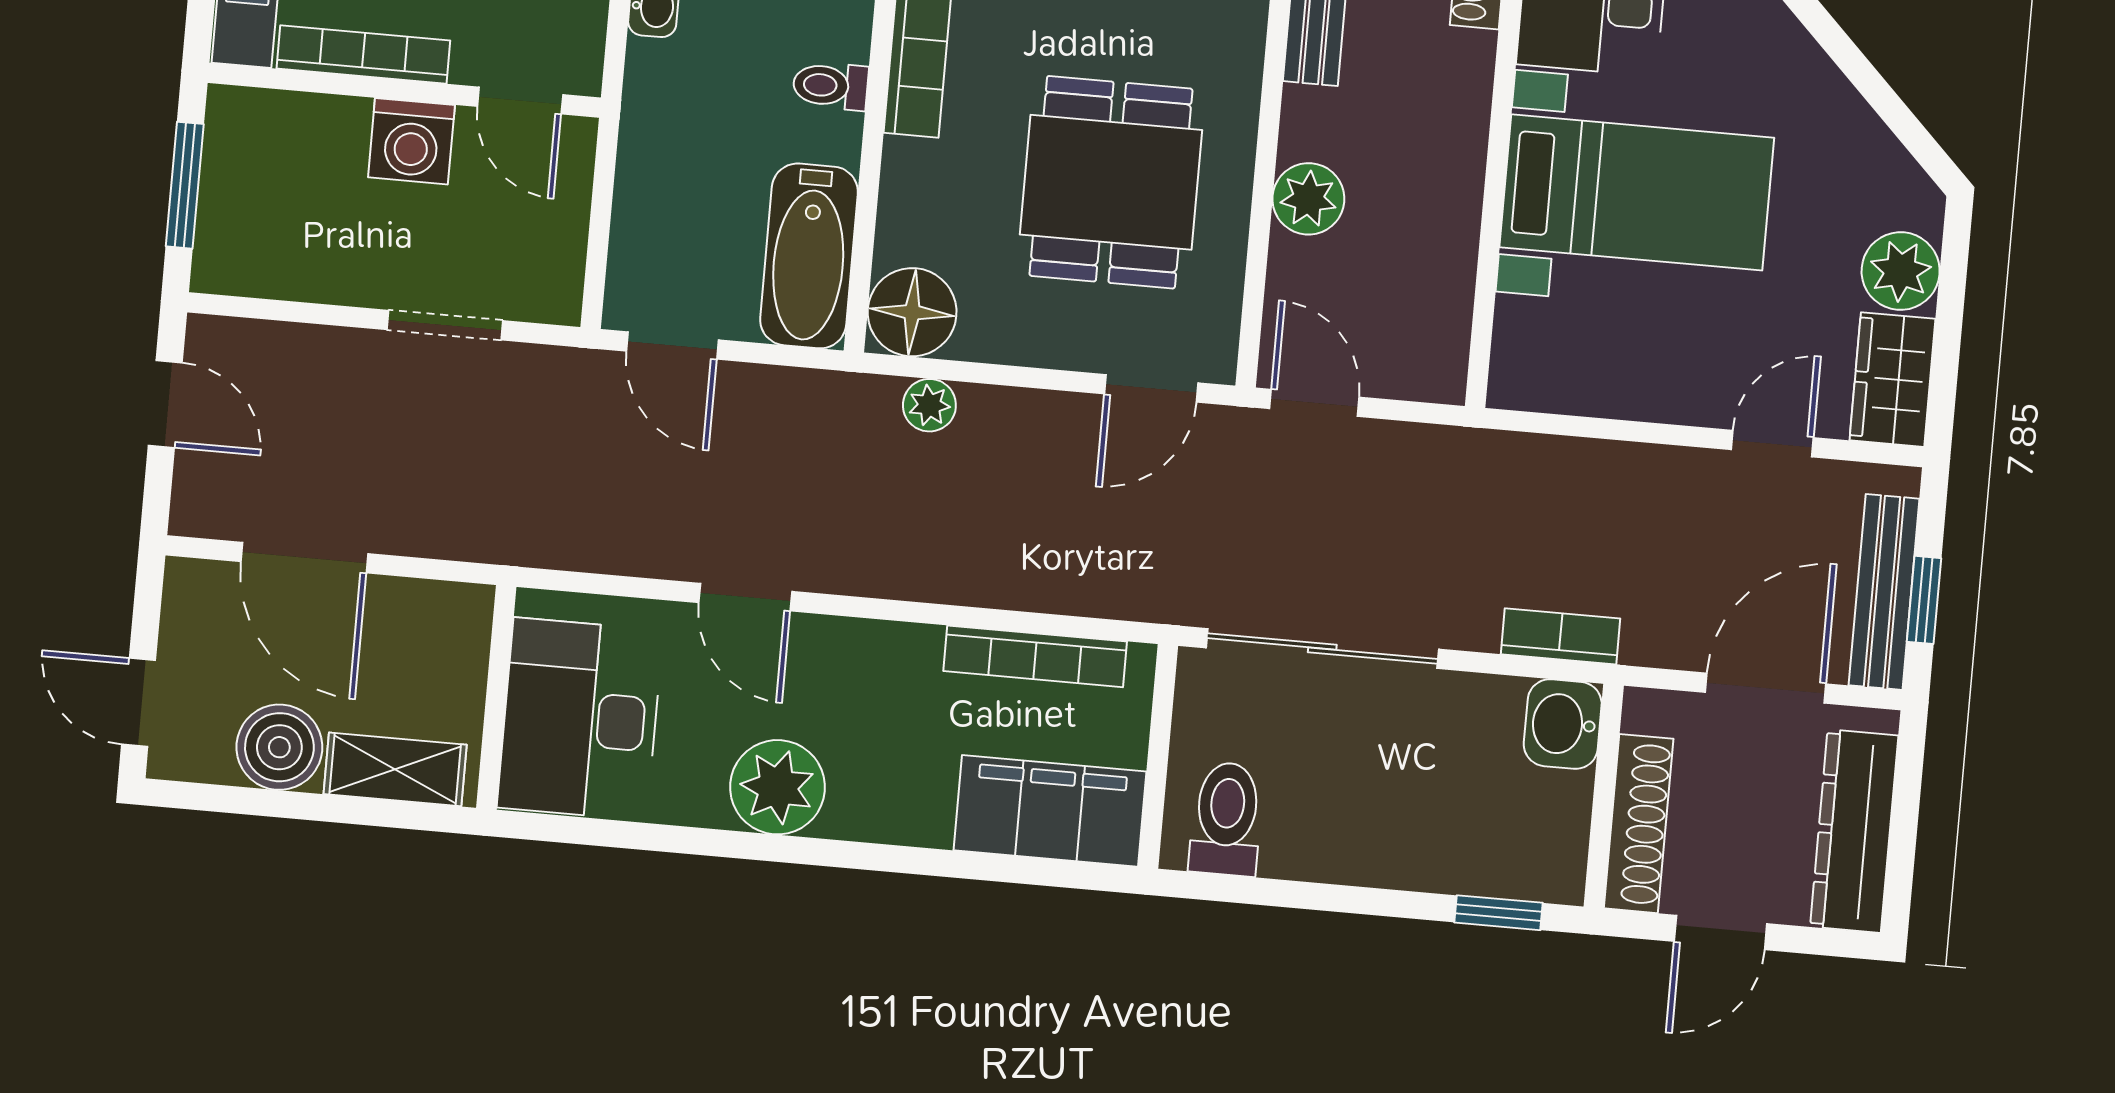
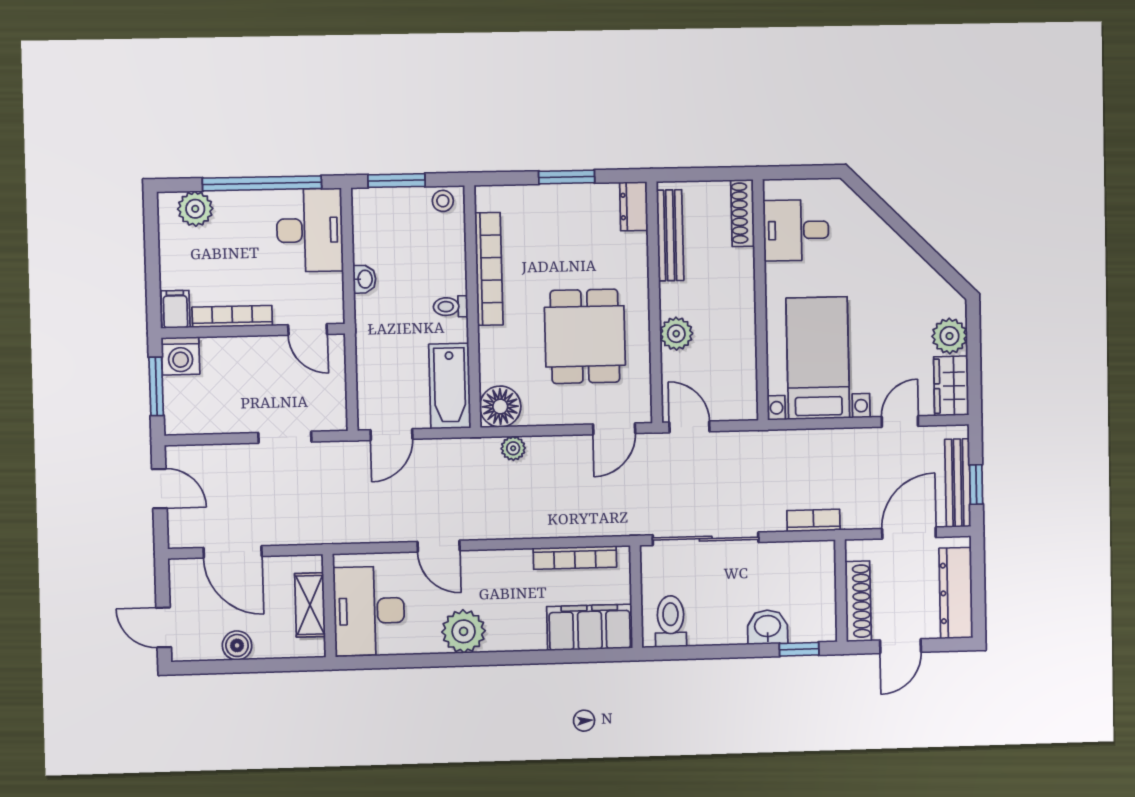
washing machine: (411, 141) -> (180, 356), moved
bed with nightstands: (1637, 192) -> (818, 358), moved, turned -90
door: (672, 346) -> (391, 435), hinge flipped
washbasin: (1563, 724) -> (768, 627), moved, turned 90
boiler: (279, 747) -> (237, 645), width x0.73, depth x0.73
shelving: (395, 769) -> (310, 605), moved, turned 90

